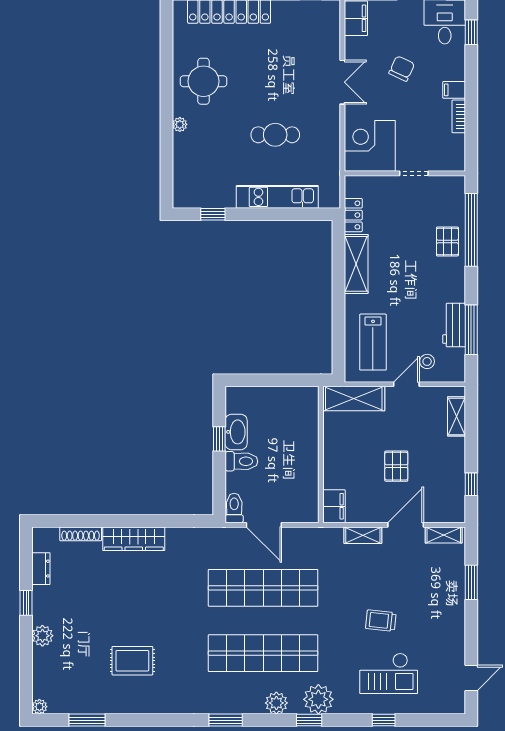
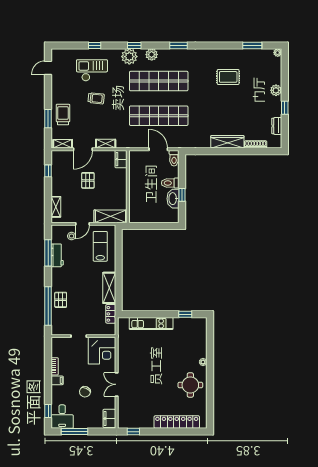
cafe table: (275, 135) -> (152, 357), removed
trolley: (443, 590) -> (63, 114), added

